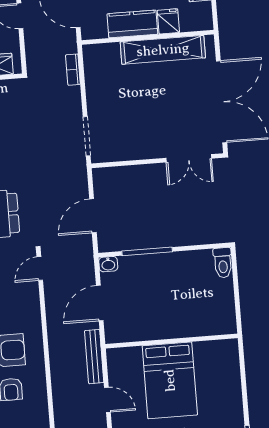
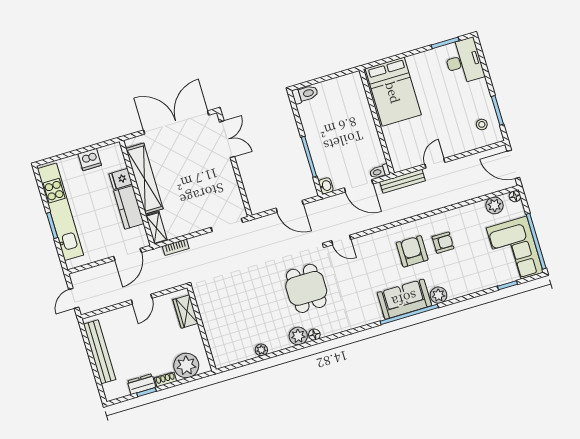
shelving: (101, 52) -> (157, 228), added
toilet: (112, 332) -> (380, 172), added
bed: (170, 380) -> (393, 92), moved, turned 90

